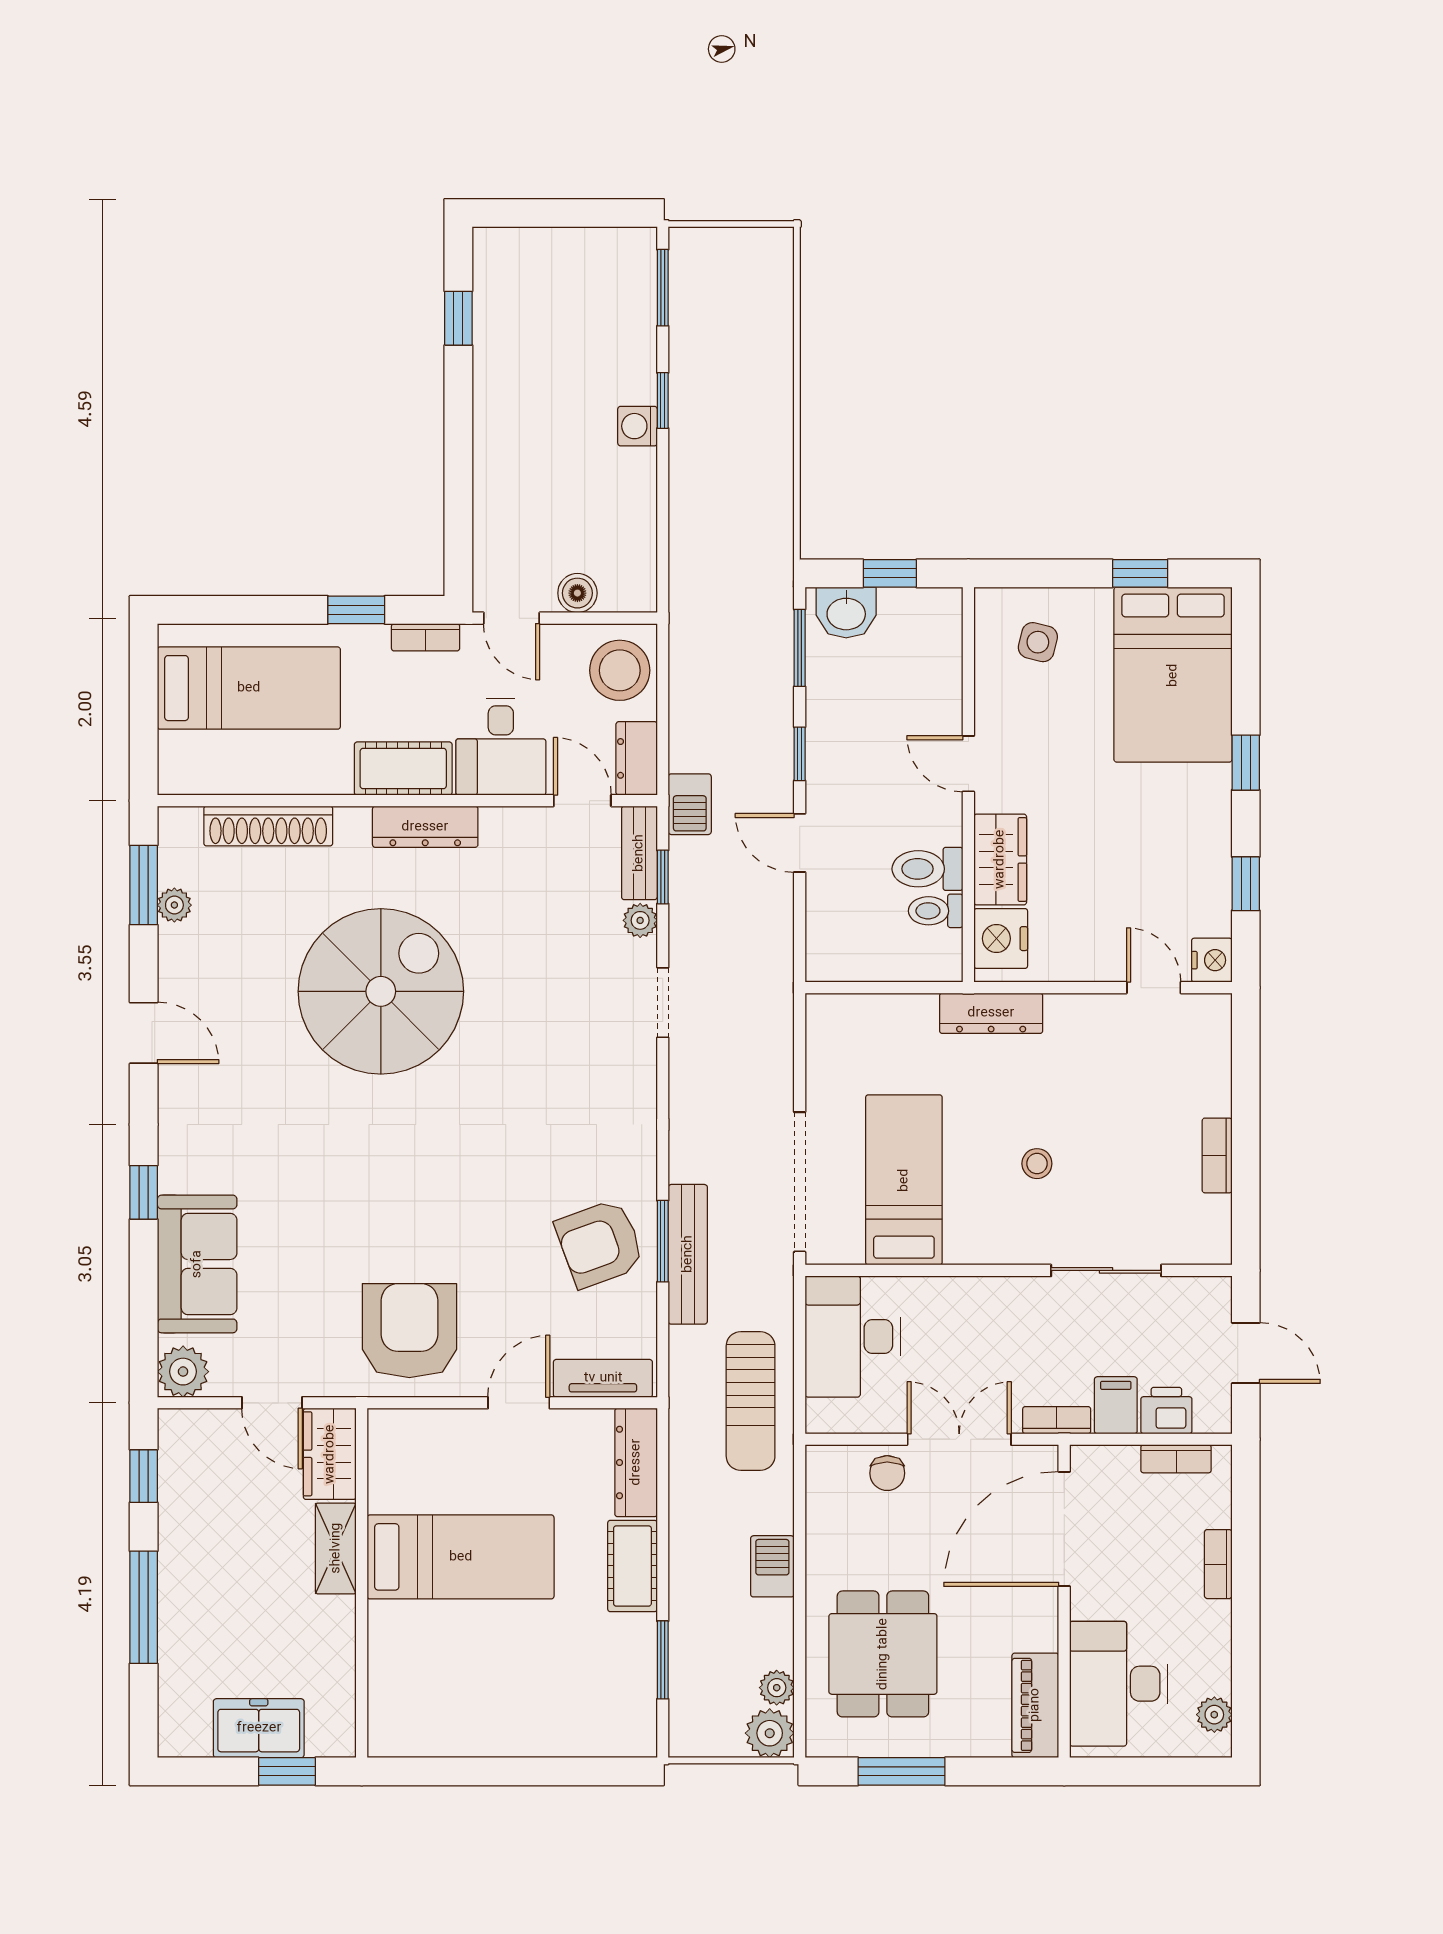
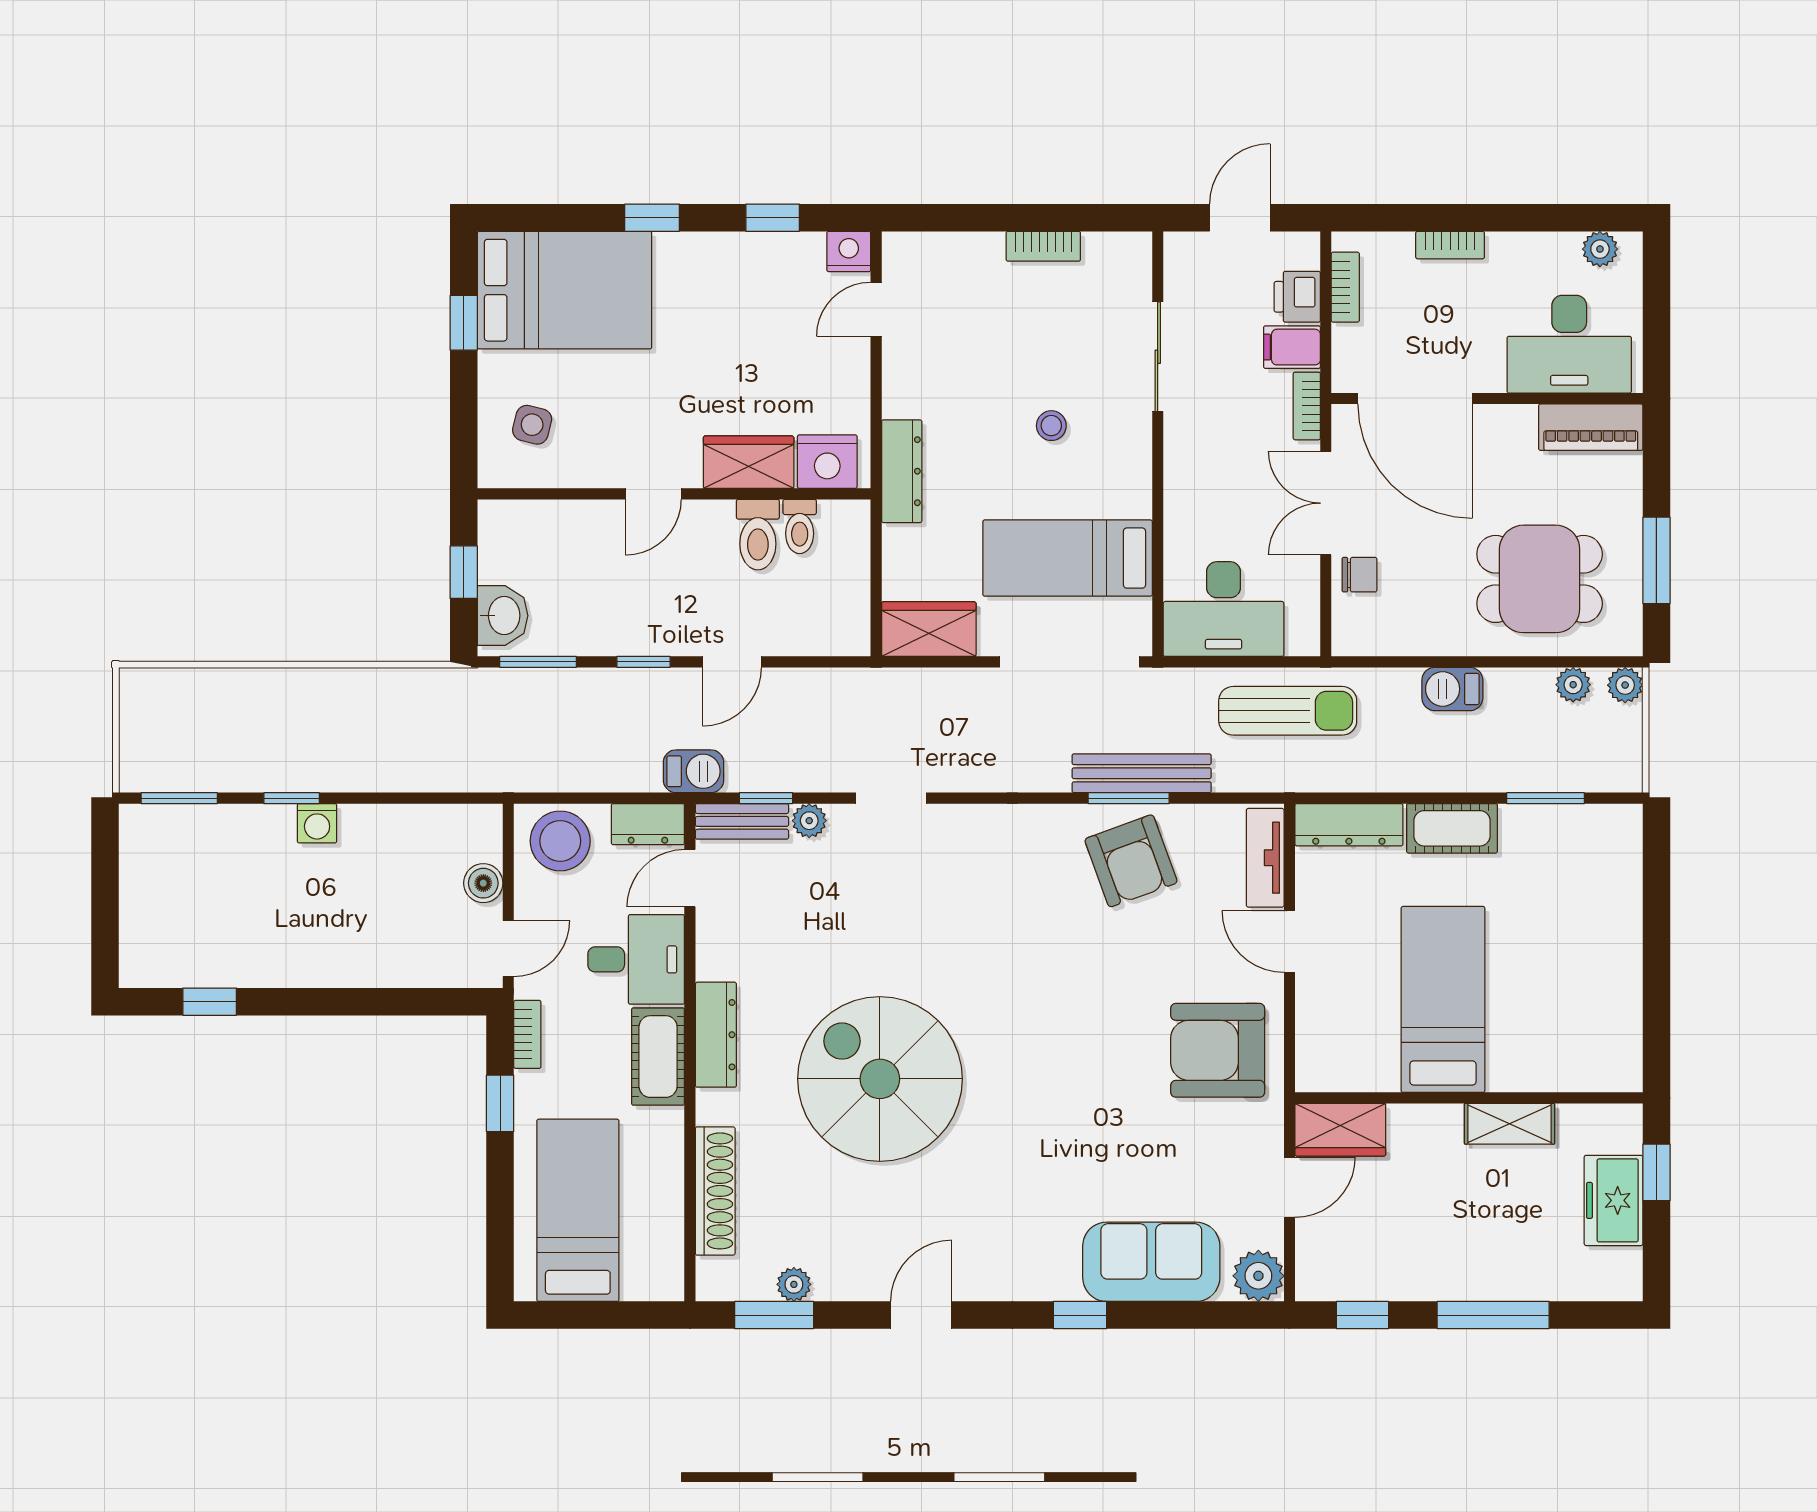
wardrobe: (833, 1041) -> (929, 629), added
shelving: (336, 1548) -> (1509, 1124), moved
plant: (770, 1733) -> (1625, 685), width x0.73, depth x0.73

